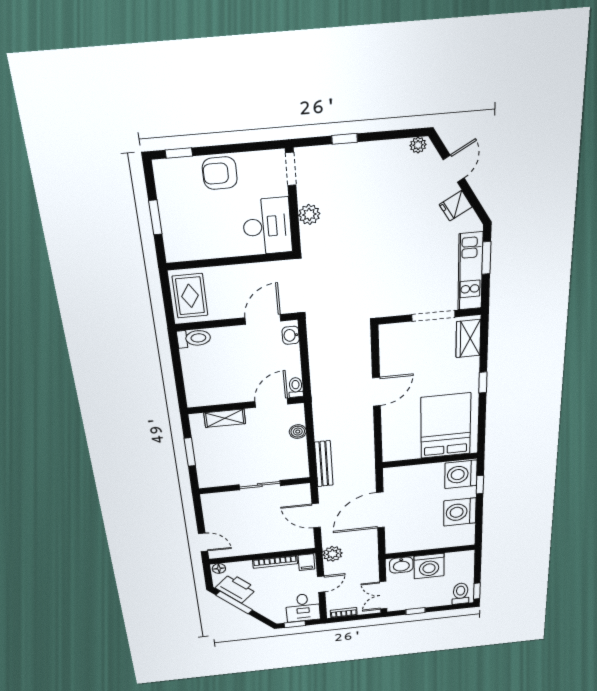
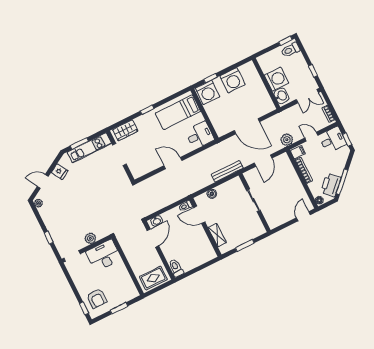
armchair: (220, 173) -> (97, 298), moved
door: (263, 319) -> (153, 238), swing flipped
bed: (446, 426) -> (178, 112), width x0.67
desk: (401, 444) -> (200, 135), added

